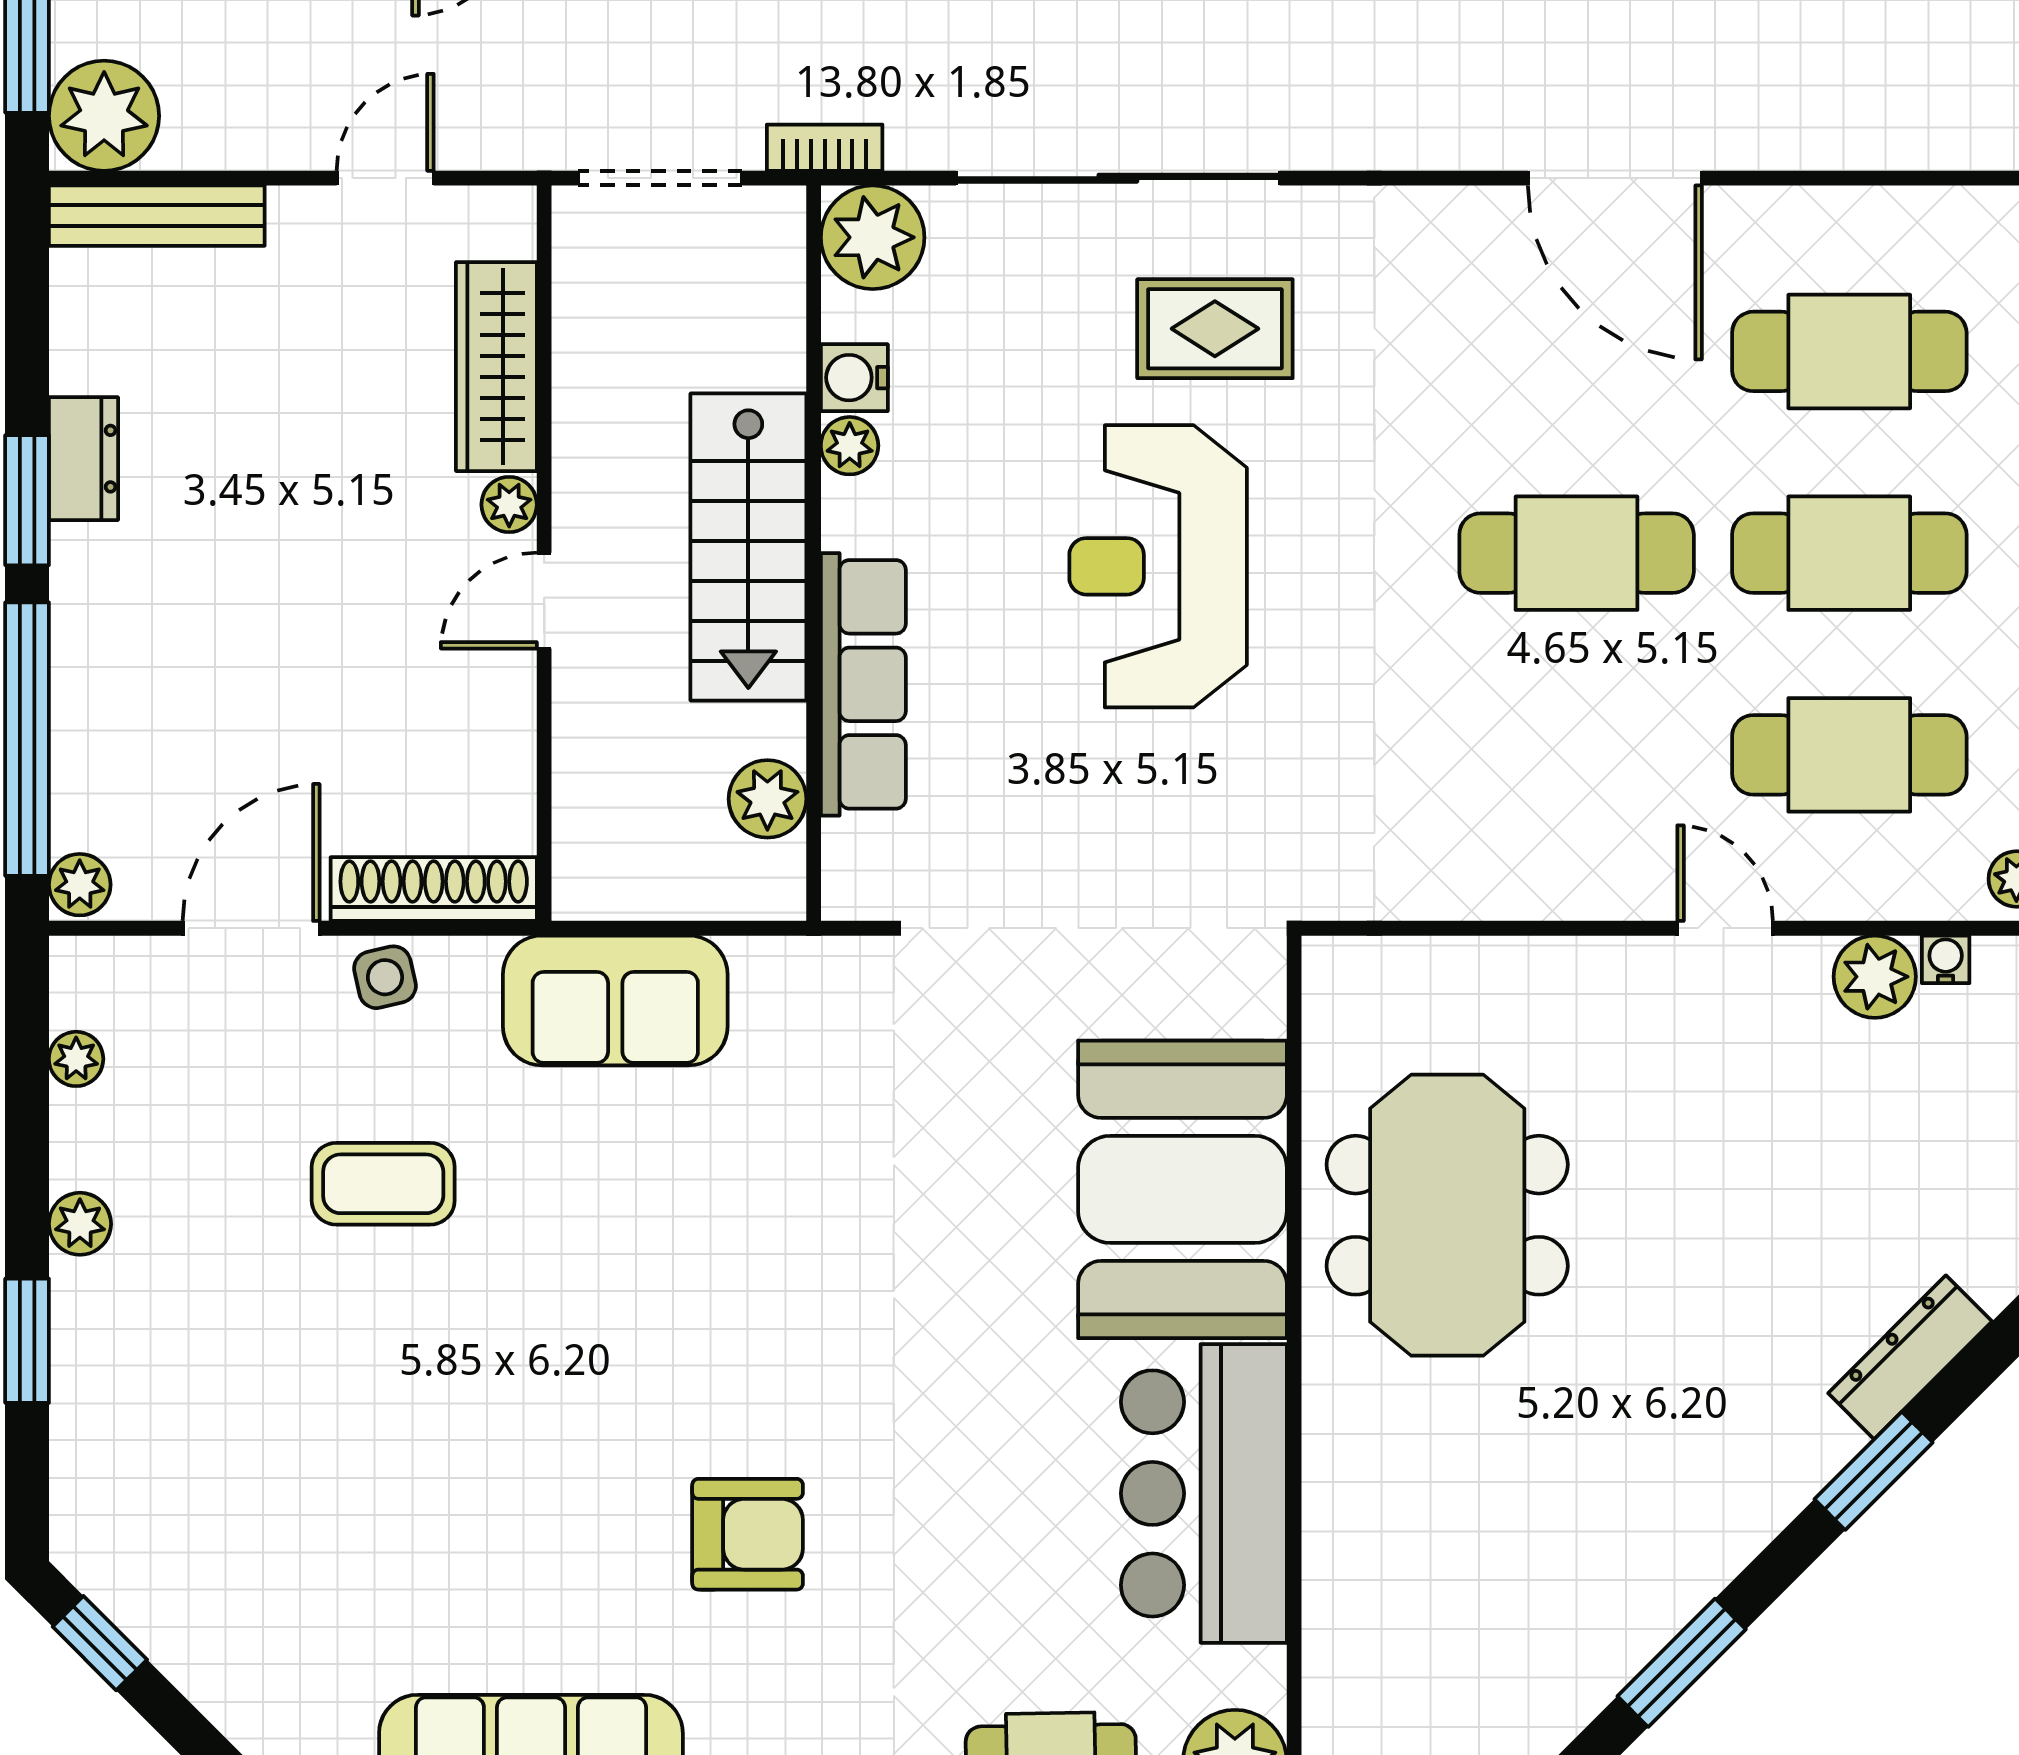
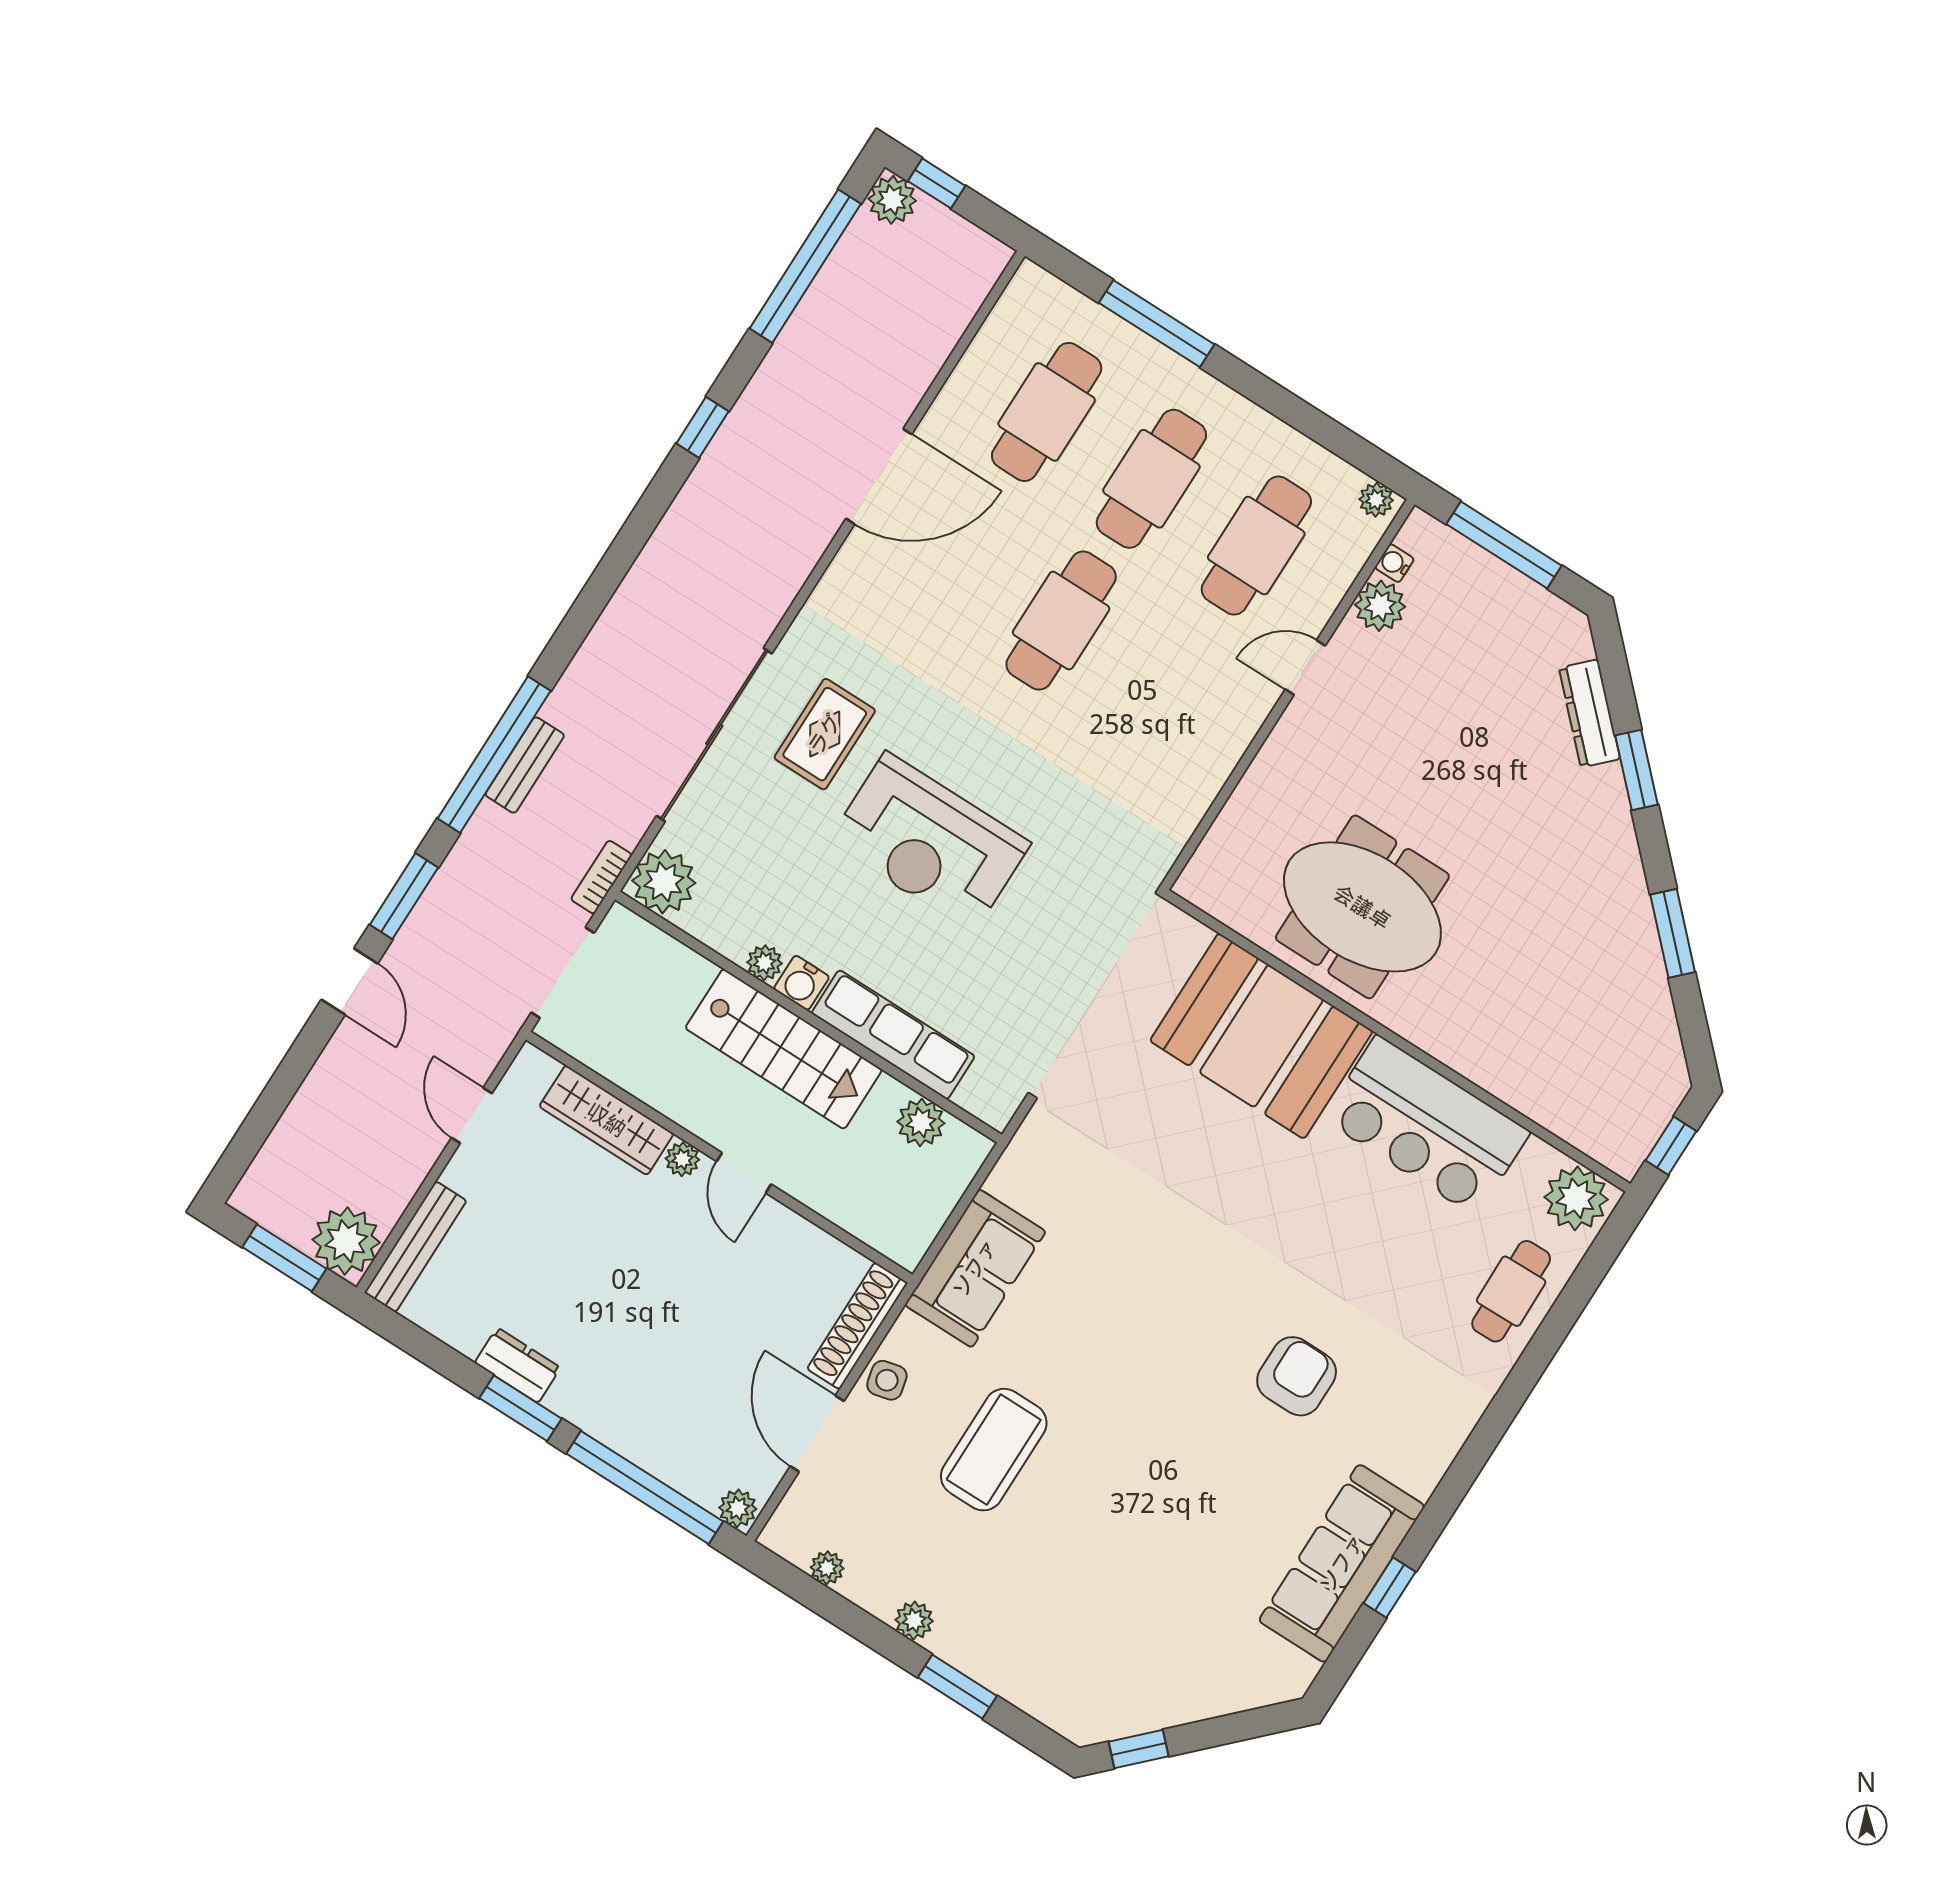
water cooler: (854, 378) -> (801, 983), moved
coffee table: (383, 1184) -> (994, 1450), width x1.36, depth x1.32

